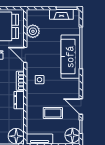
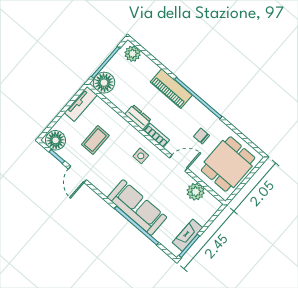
door: (81, 106) -> (77, 174), swing flipped

